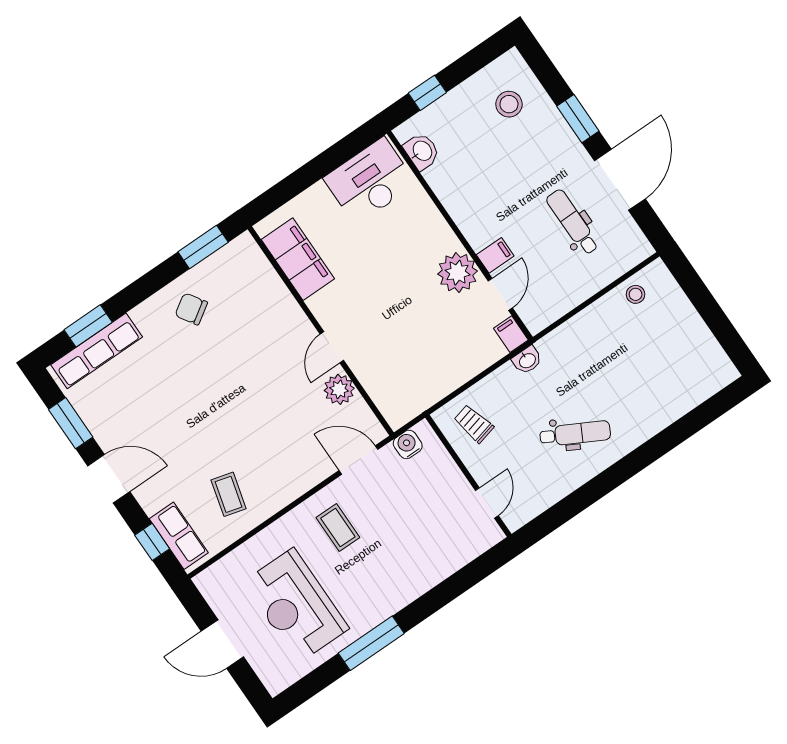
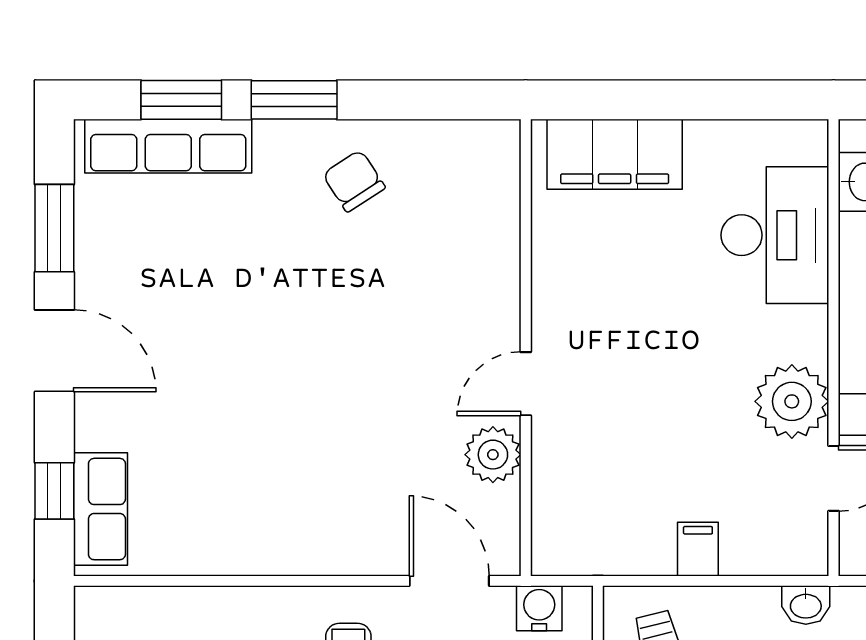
desk: (370, 181) -> (775, 235), moved, turned 90
window: (203, 247) -> (294, 100), moved
filing cabinet: (298, 259) -> (615, 154), moved, turned 90
filing cabinet: (511, 334) -> (698, 549), moved
coffee table: (229, 494) -> (218, 498), removed

